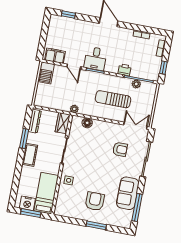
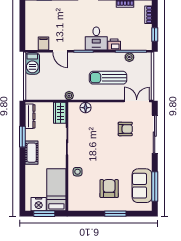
filing cabinet: (55, 56) -> (43, 43), width x0.50
desk: (95, 59) -> (96, 39), moved
sofa: (128, 193) -> (142, 186), moved

